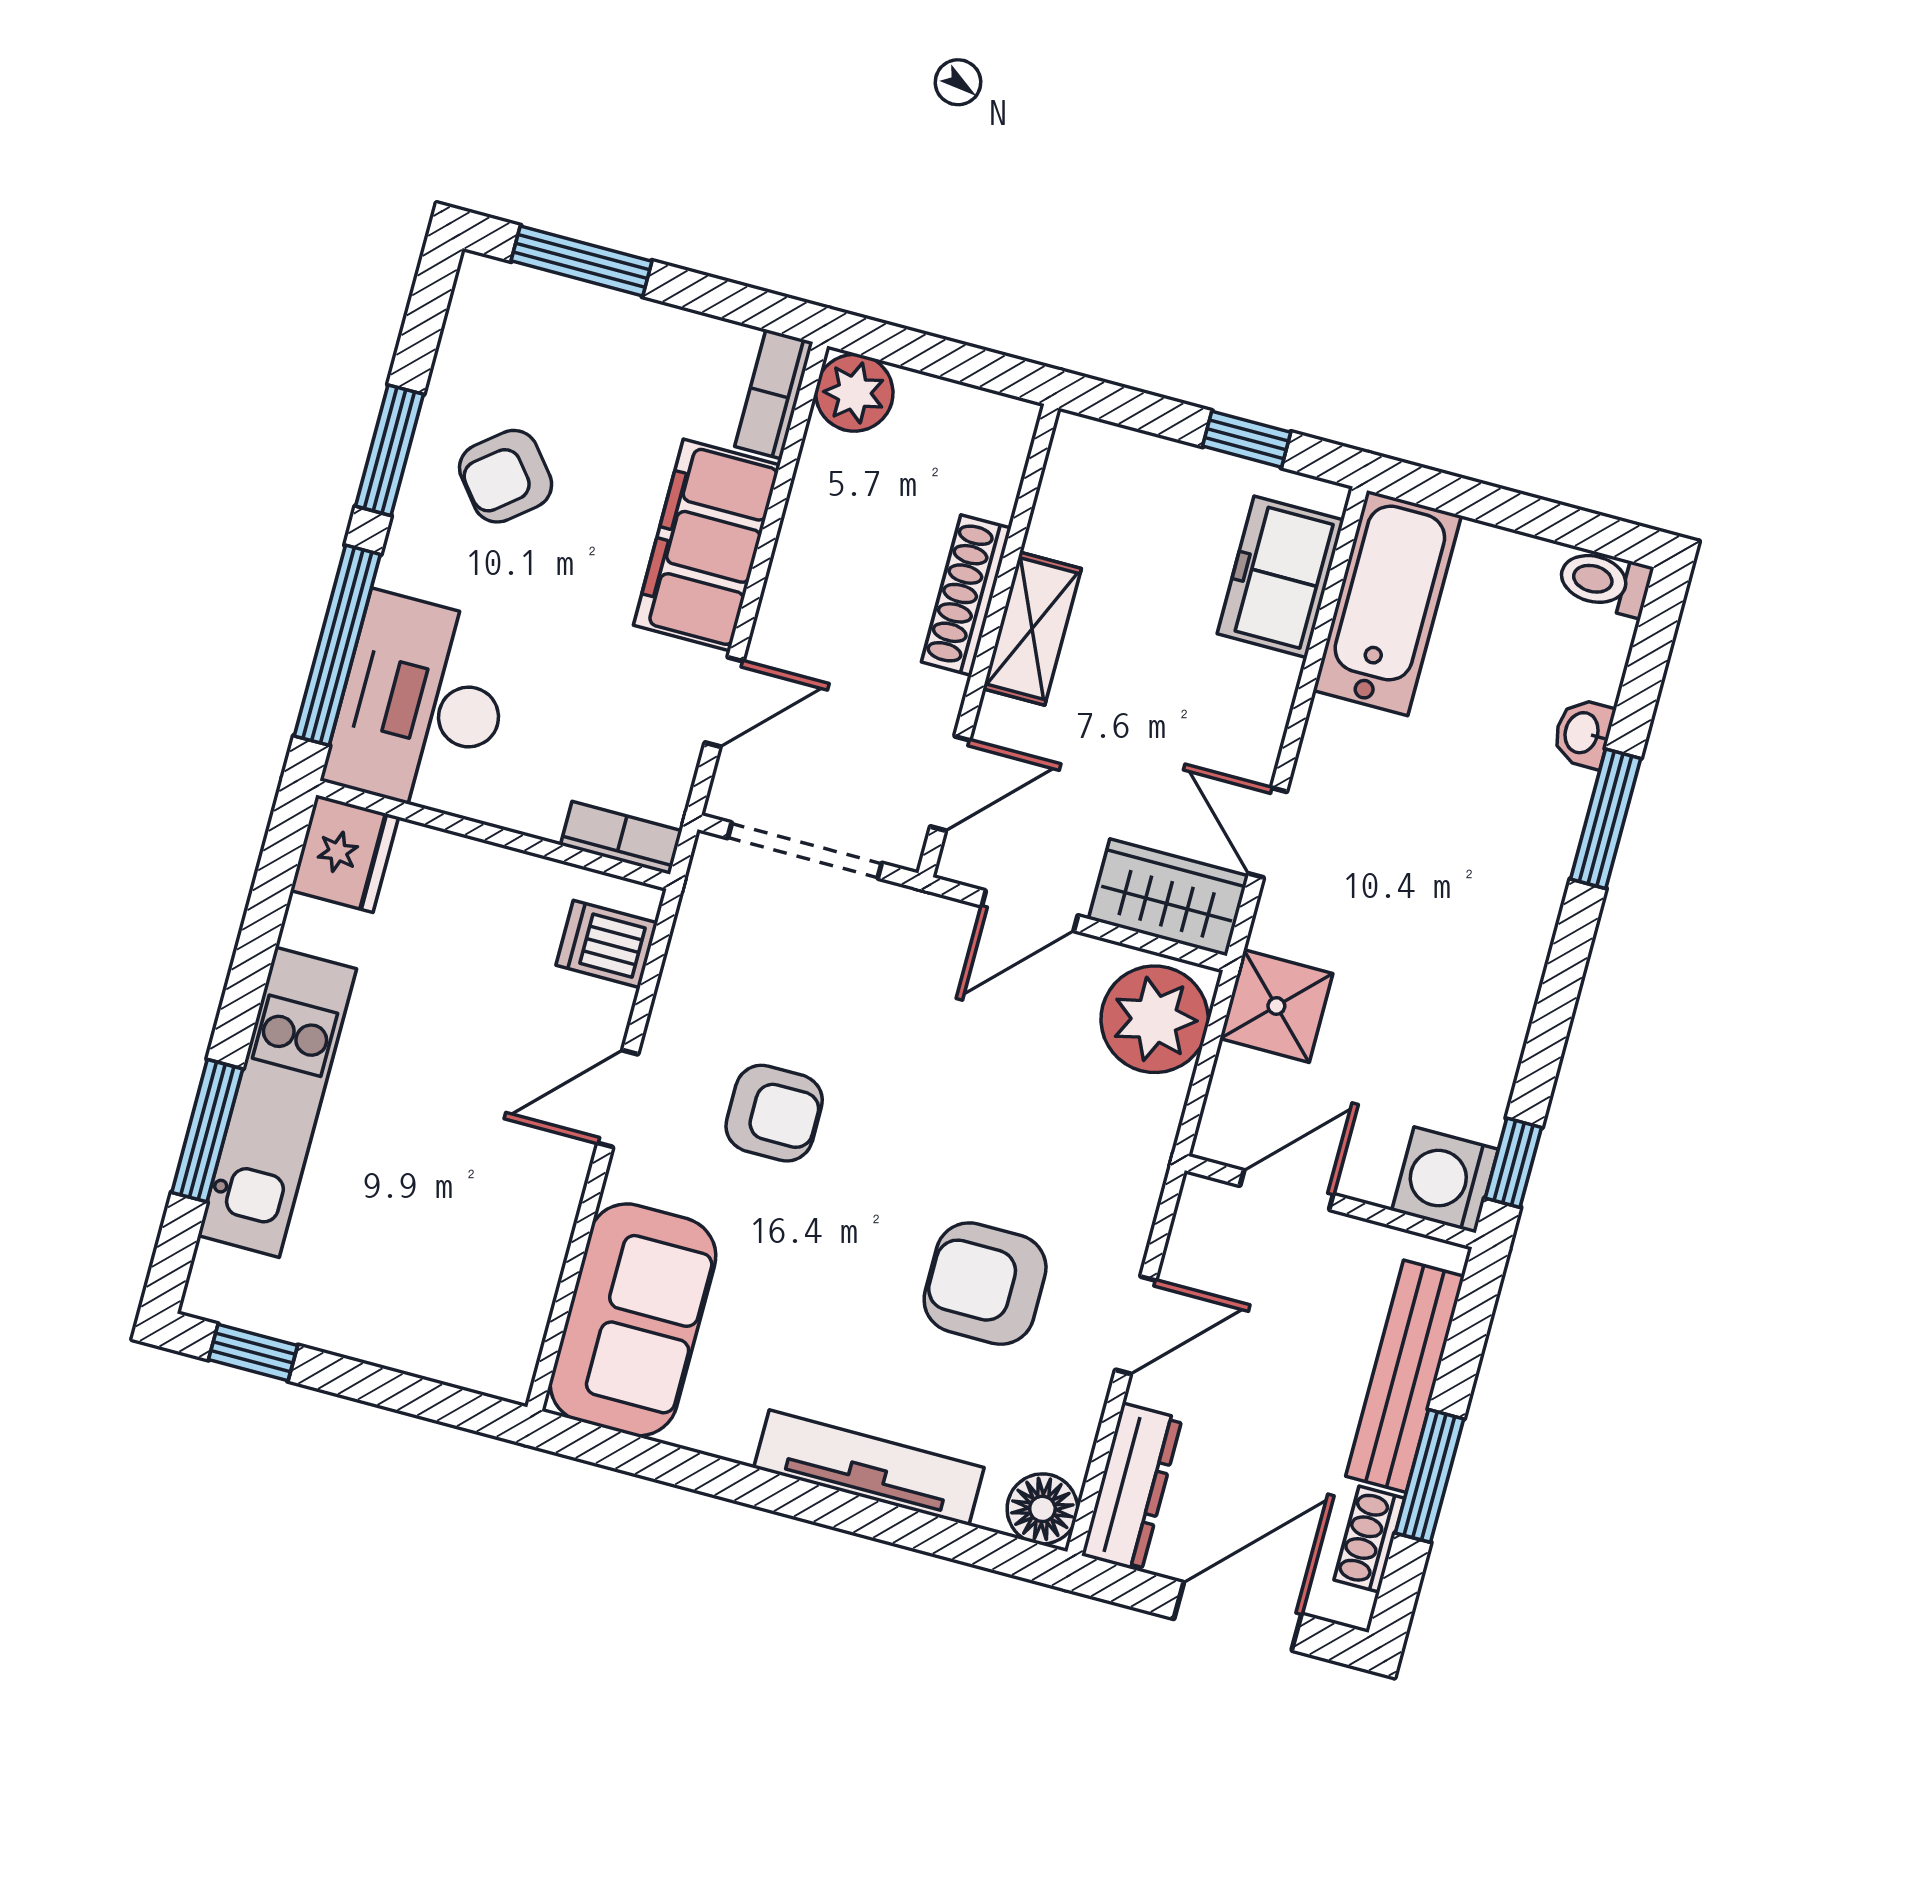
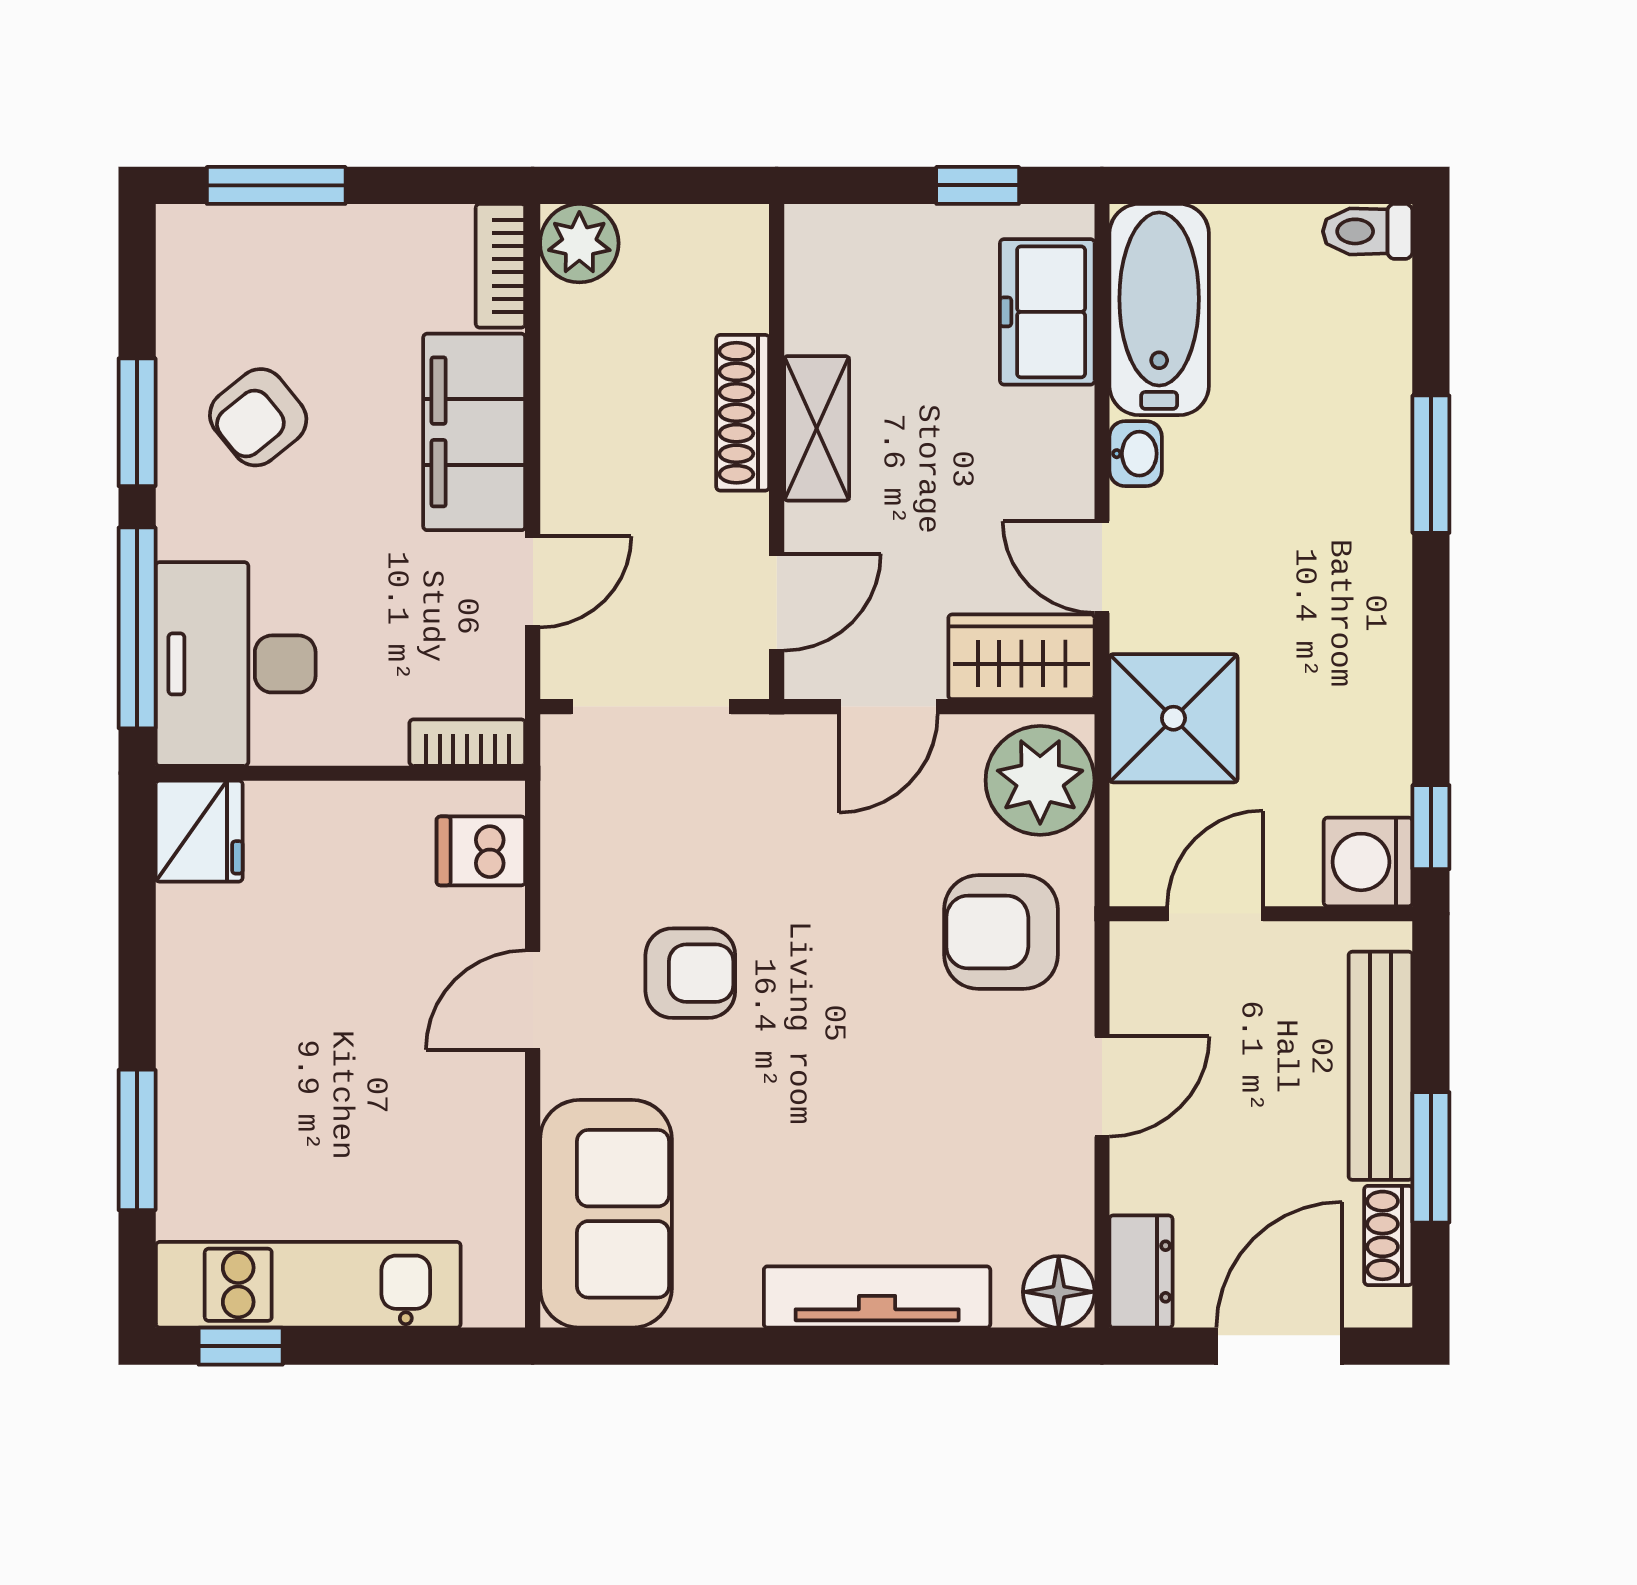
washbasin: (1583, 733) -> (1136, 454), moved, turned 180
shower: (1276, 1006) -> (1173, 718), width x1.36, depth x1.36
kitchen unit: (277, 1102) -> (308, 1285), moved, turned -90
armchair: (985, 1284) -> (1001, 932), moved
dresser: (1132, 1487) -> (1141, 1272), width x0.70

